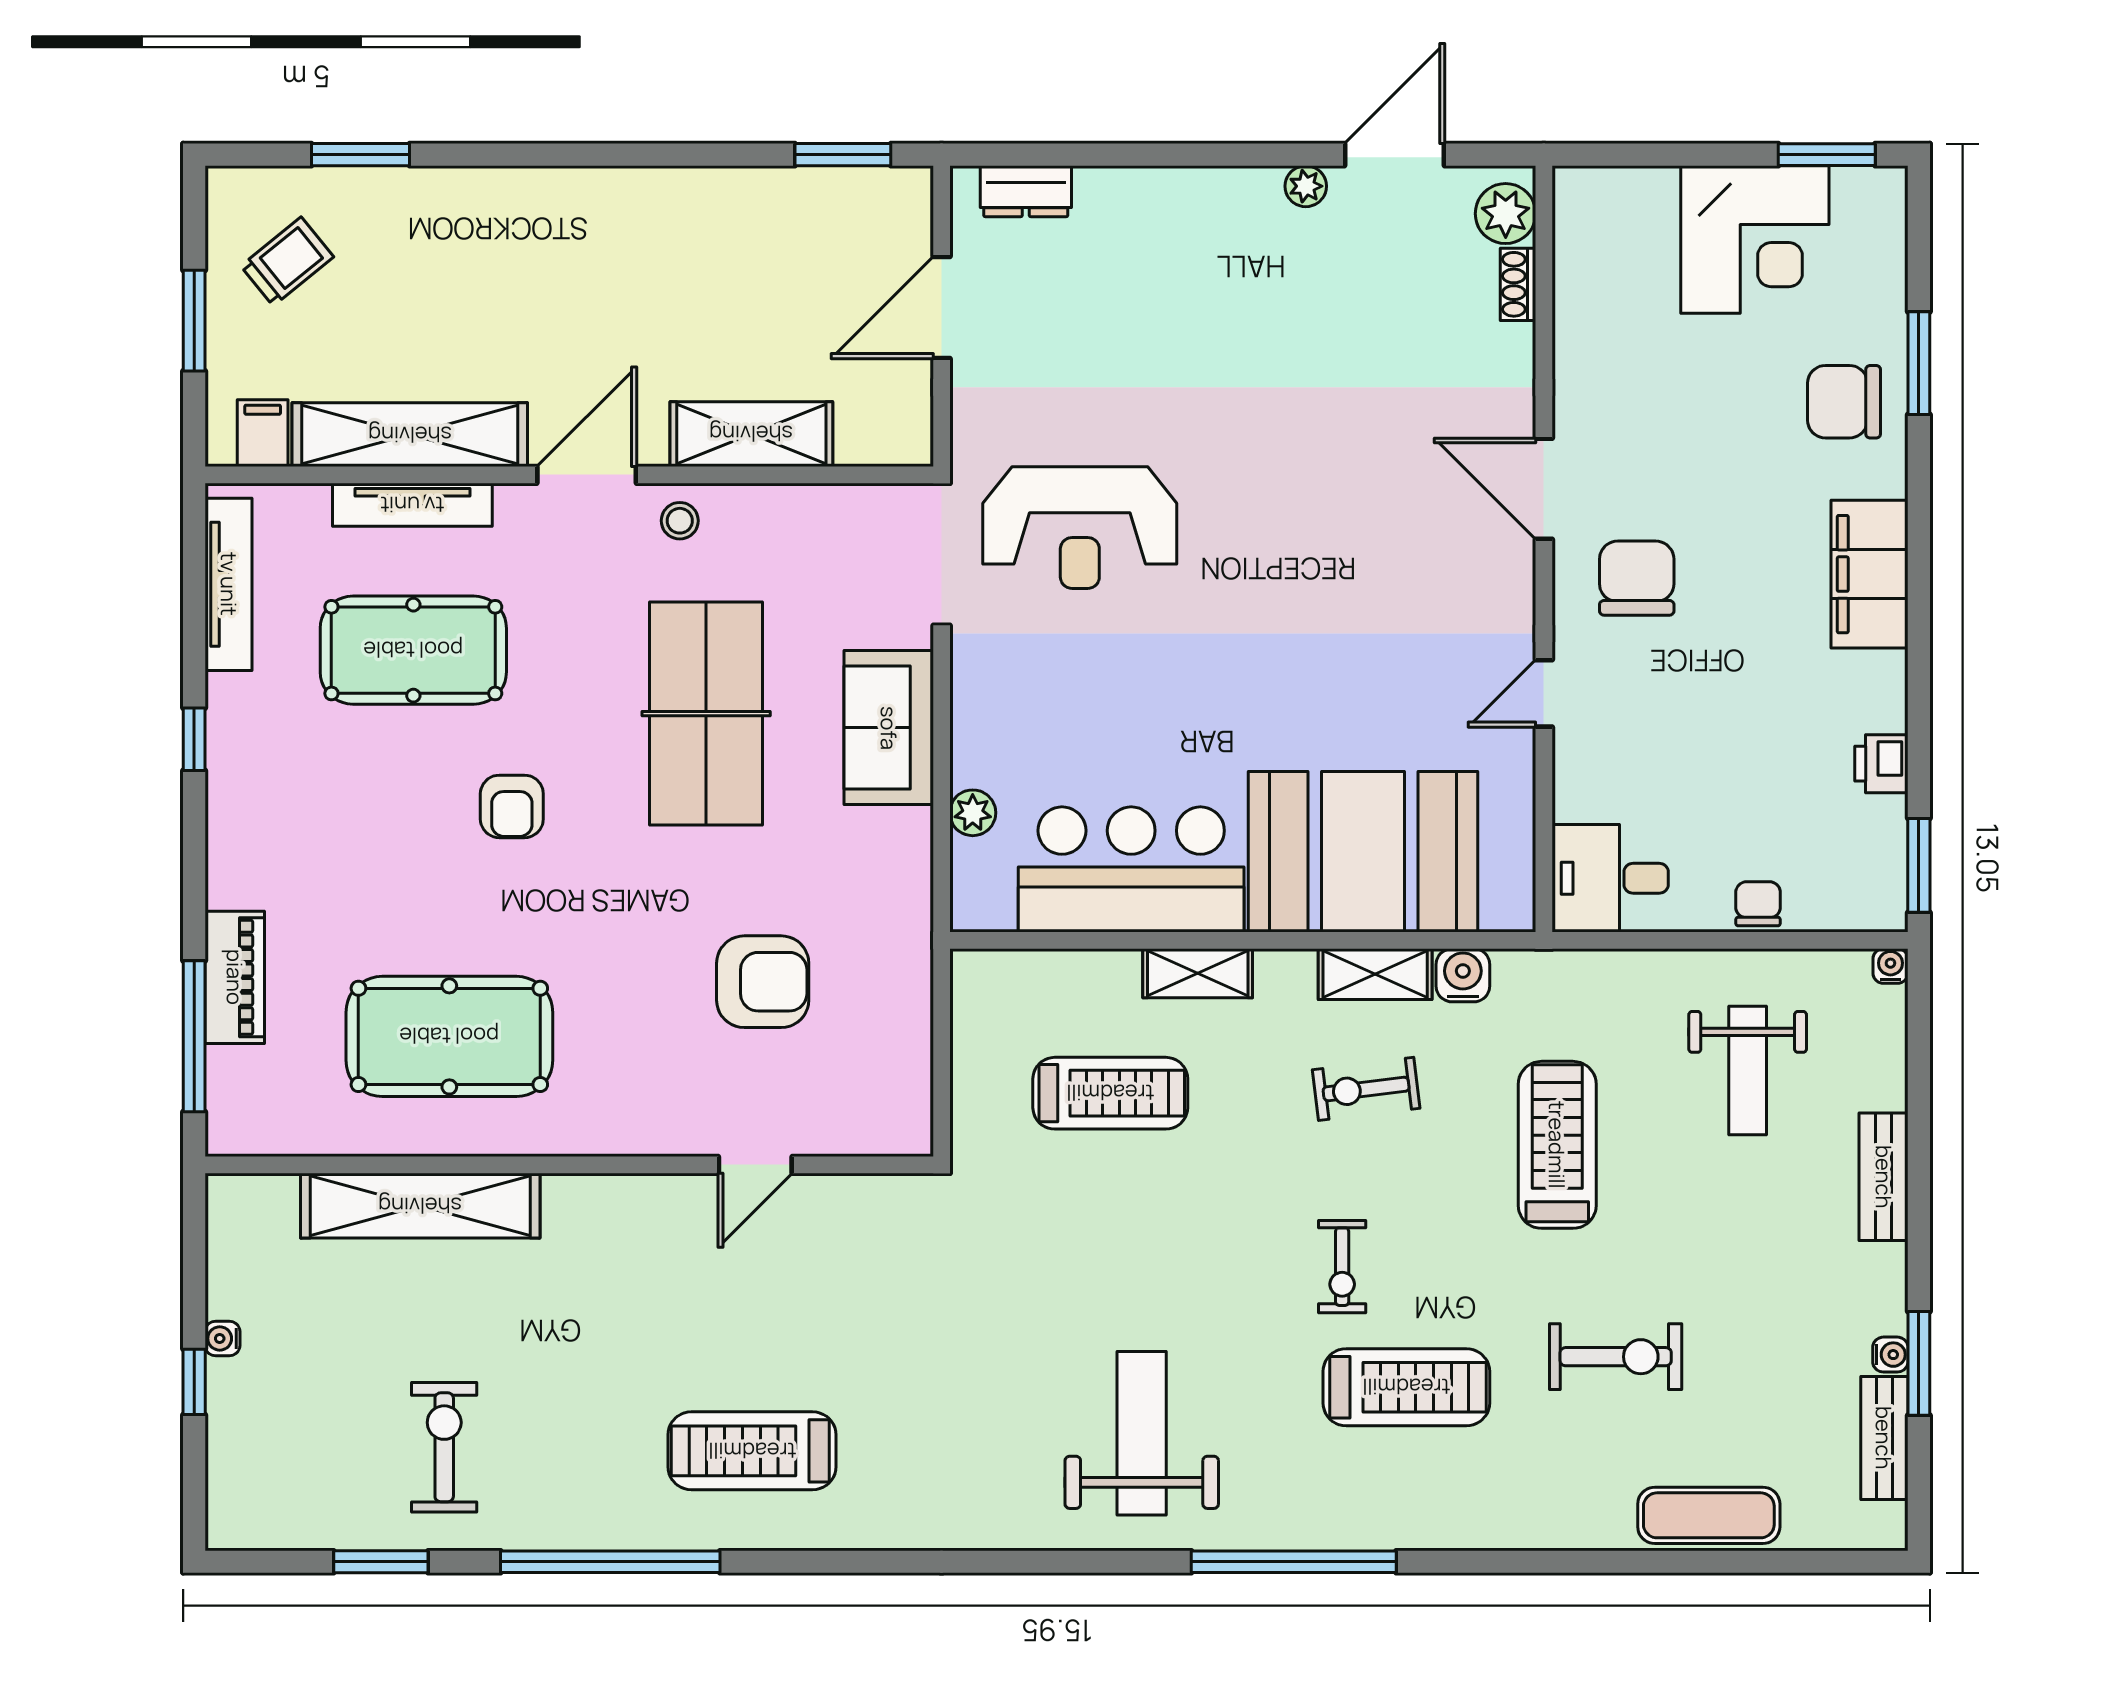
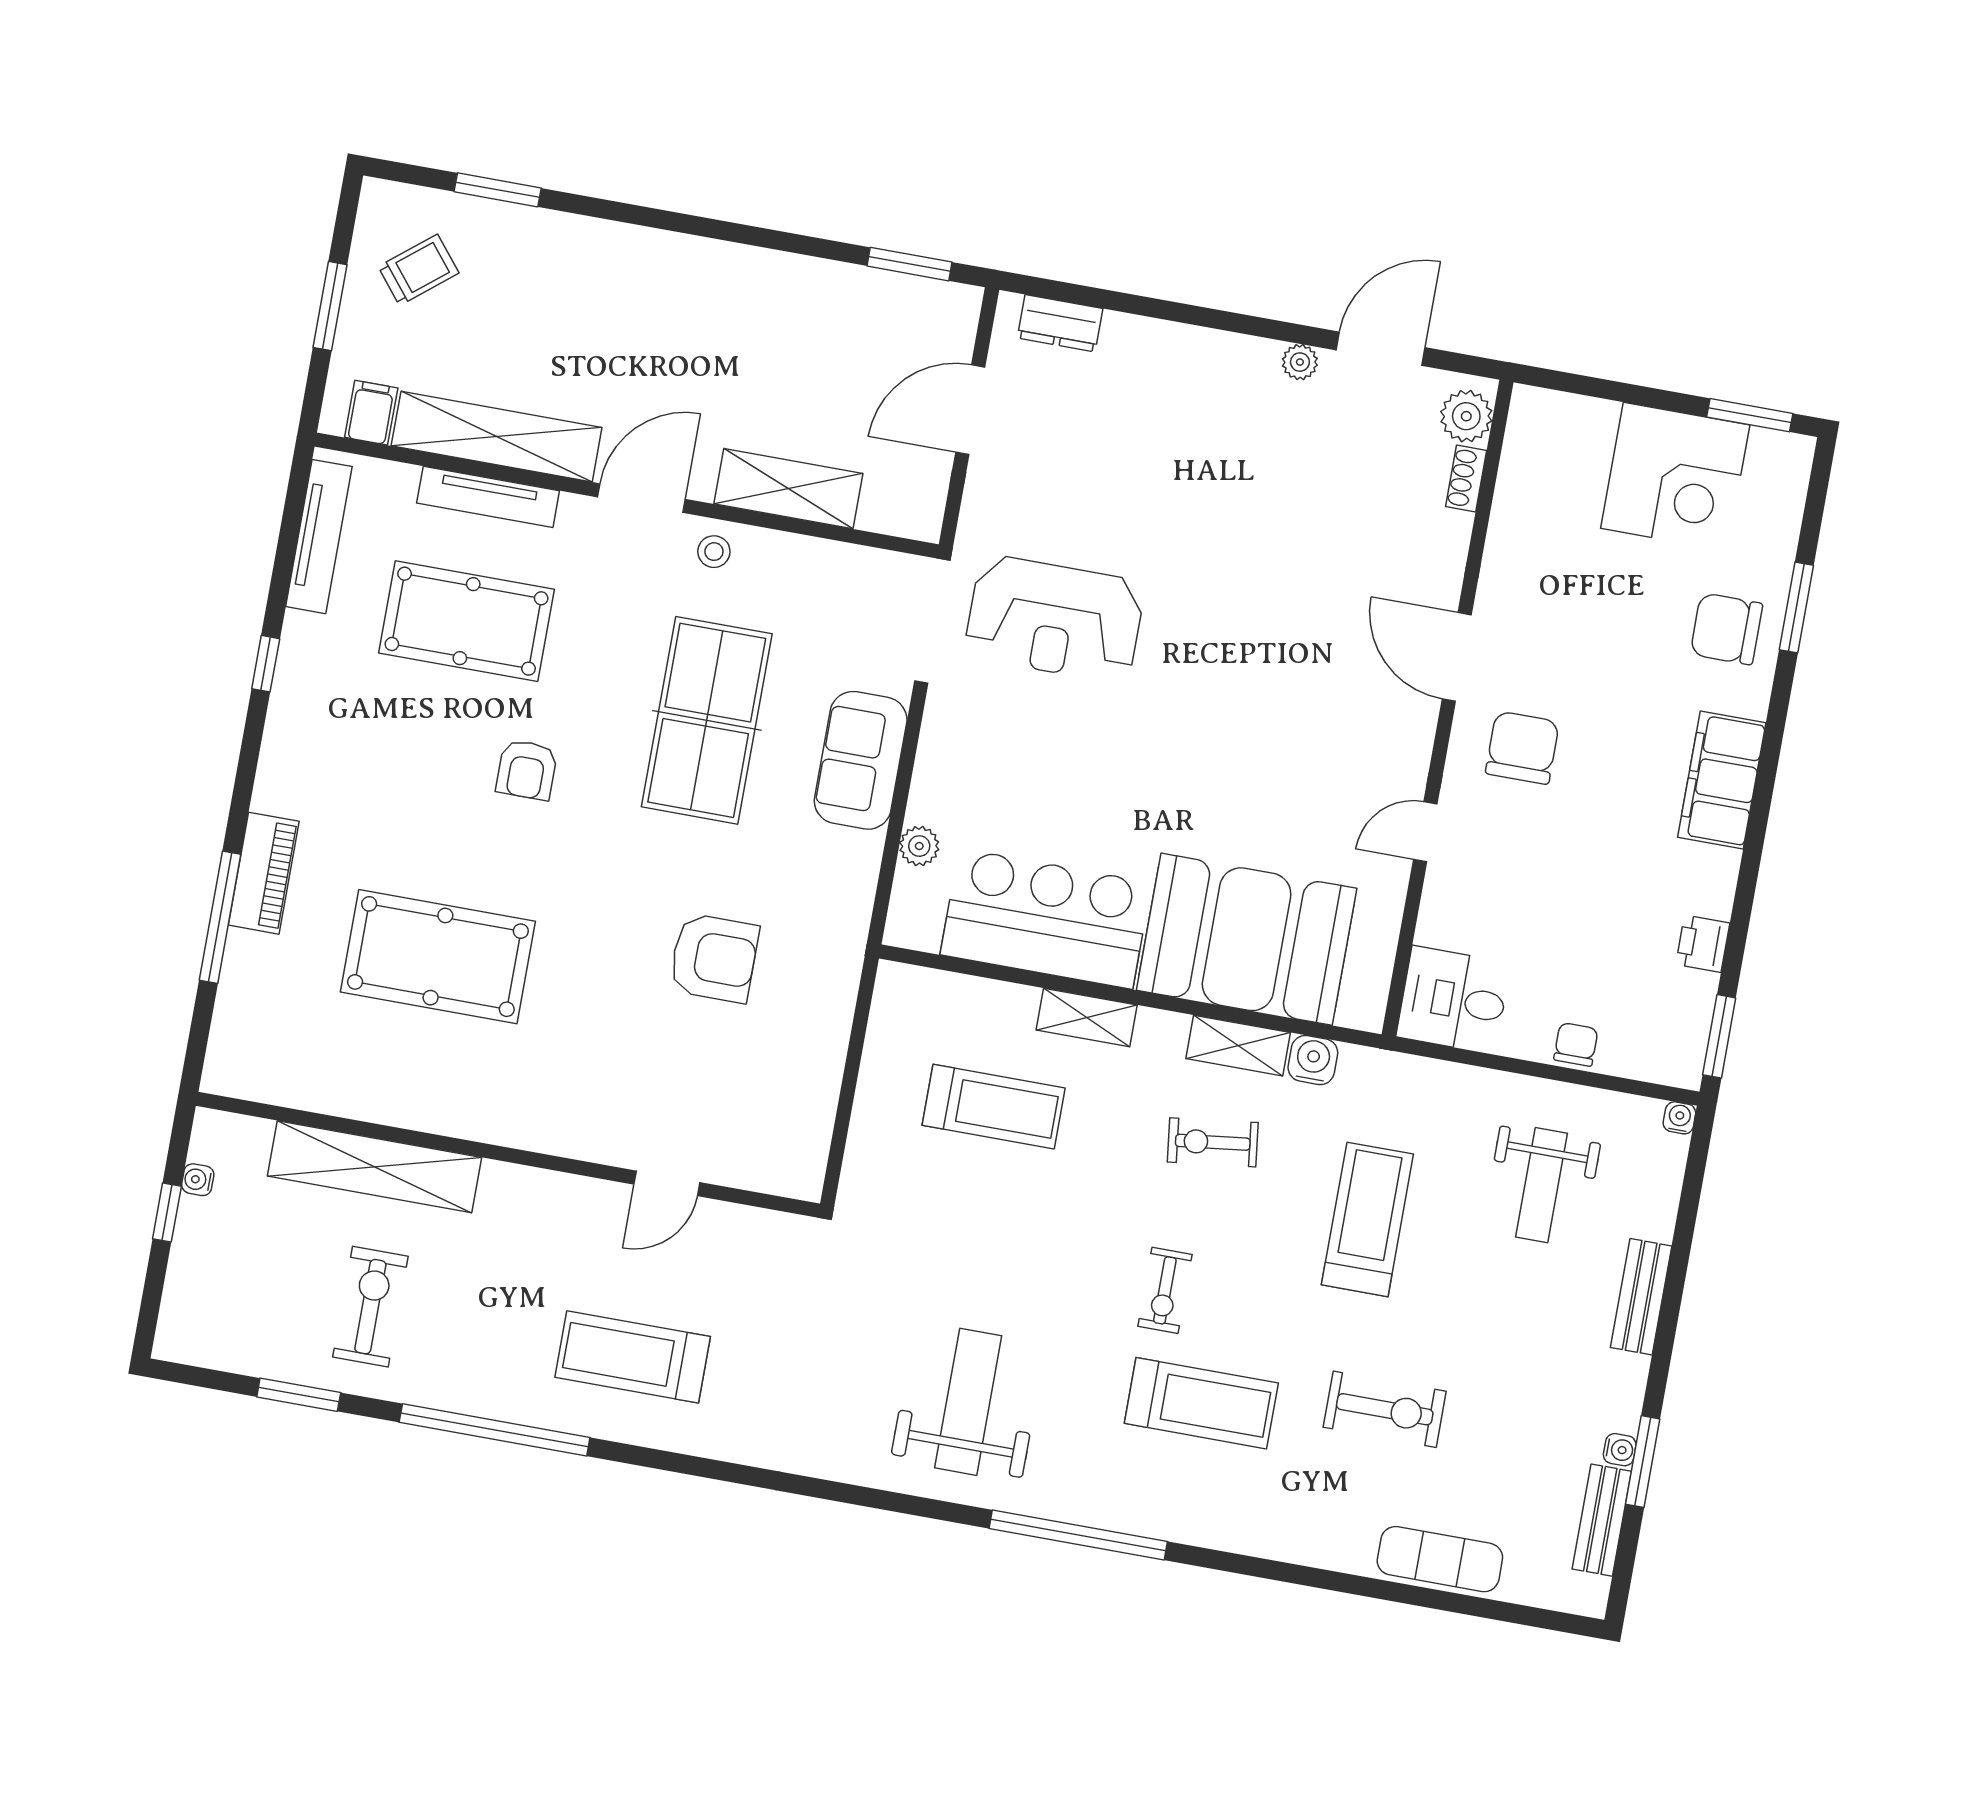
wall: (569, 1165) -> (508, 1155), moved
door: (755, 1165) -> (667, 1183), moved
shelving: (420, 1206) -> (374, 1167), moved

